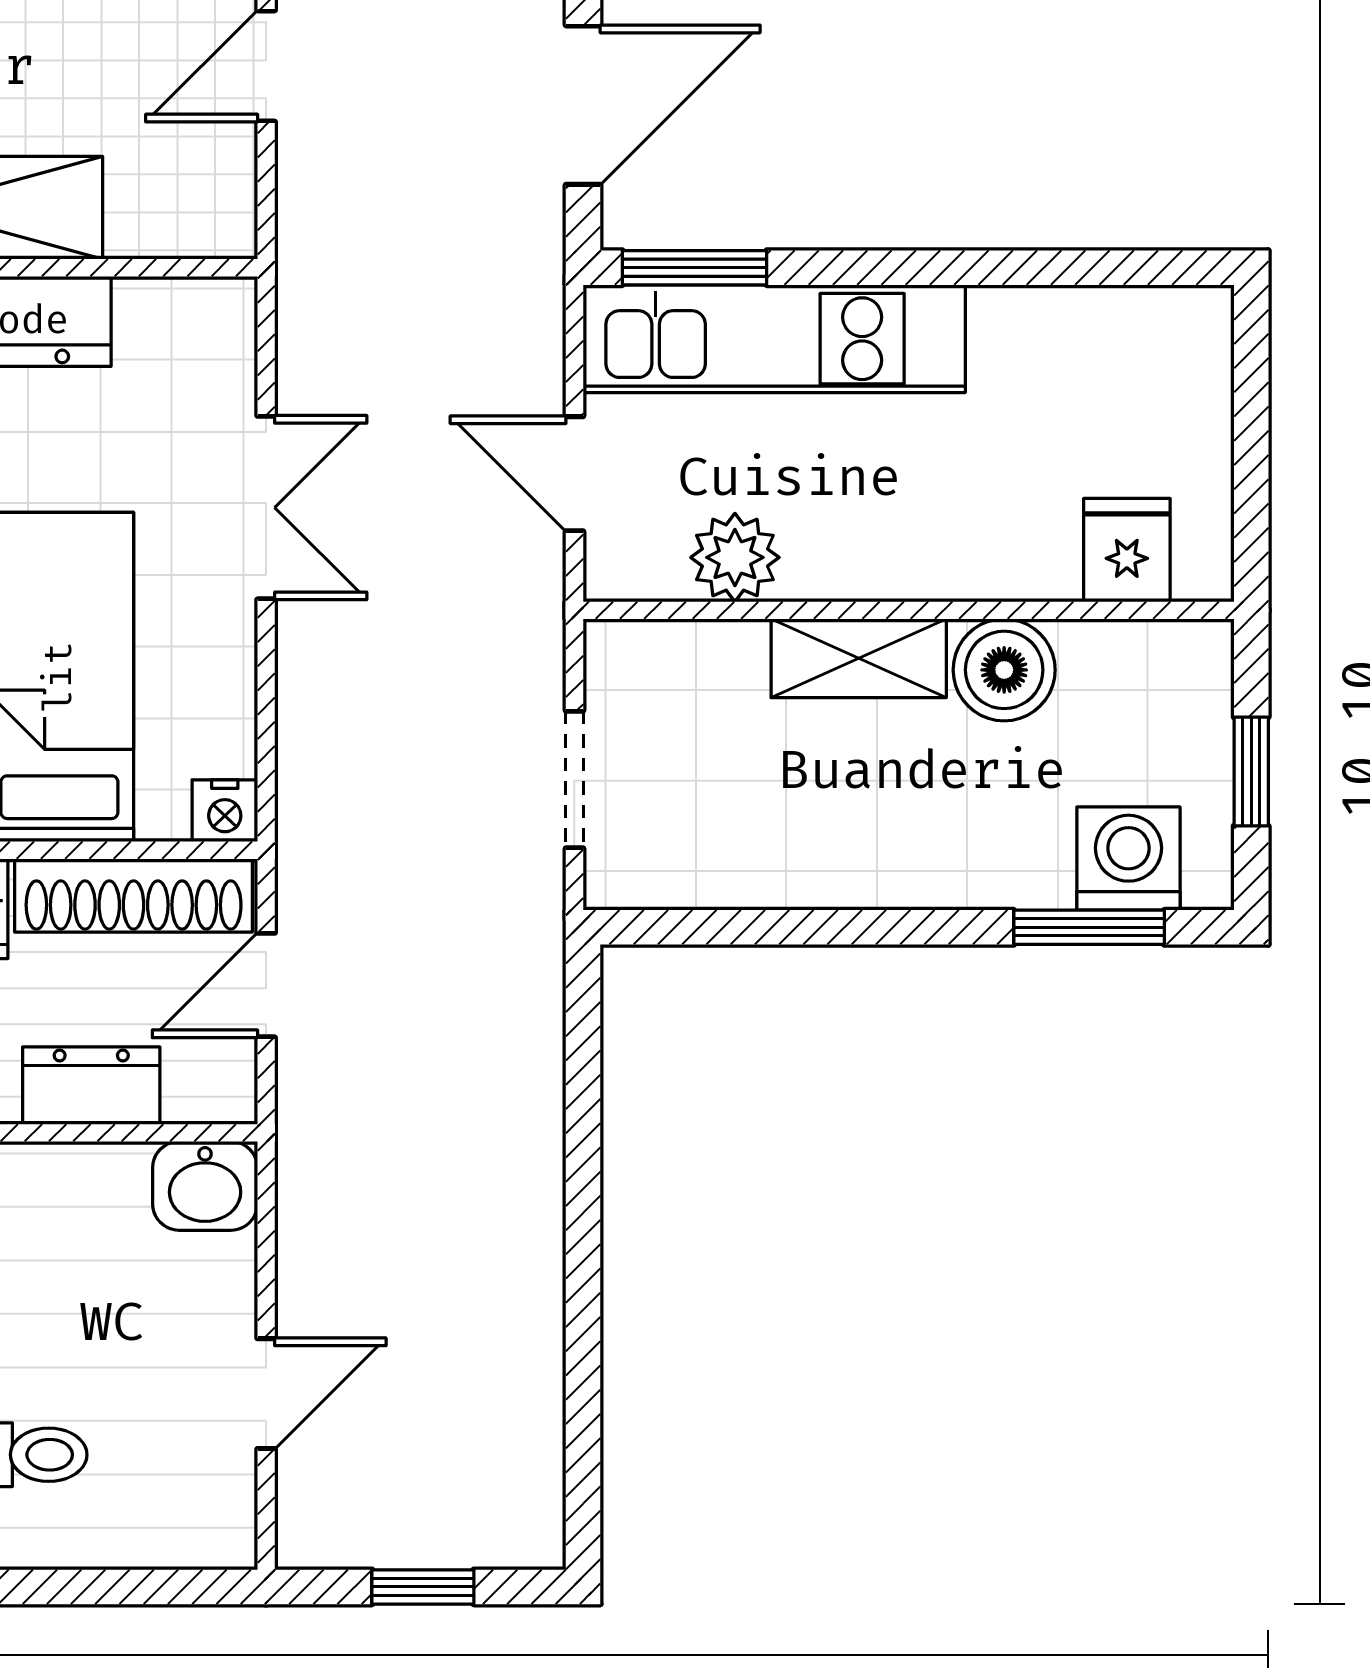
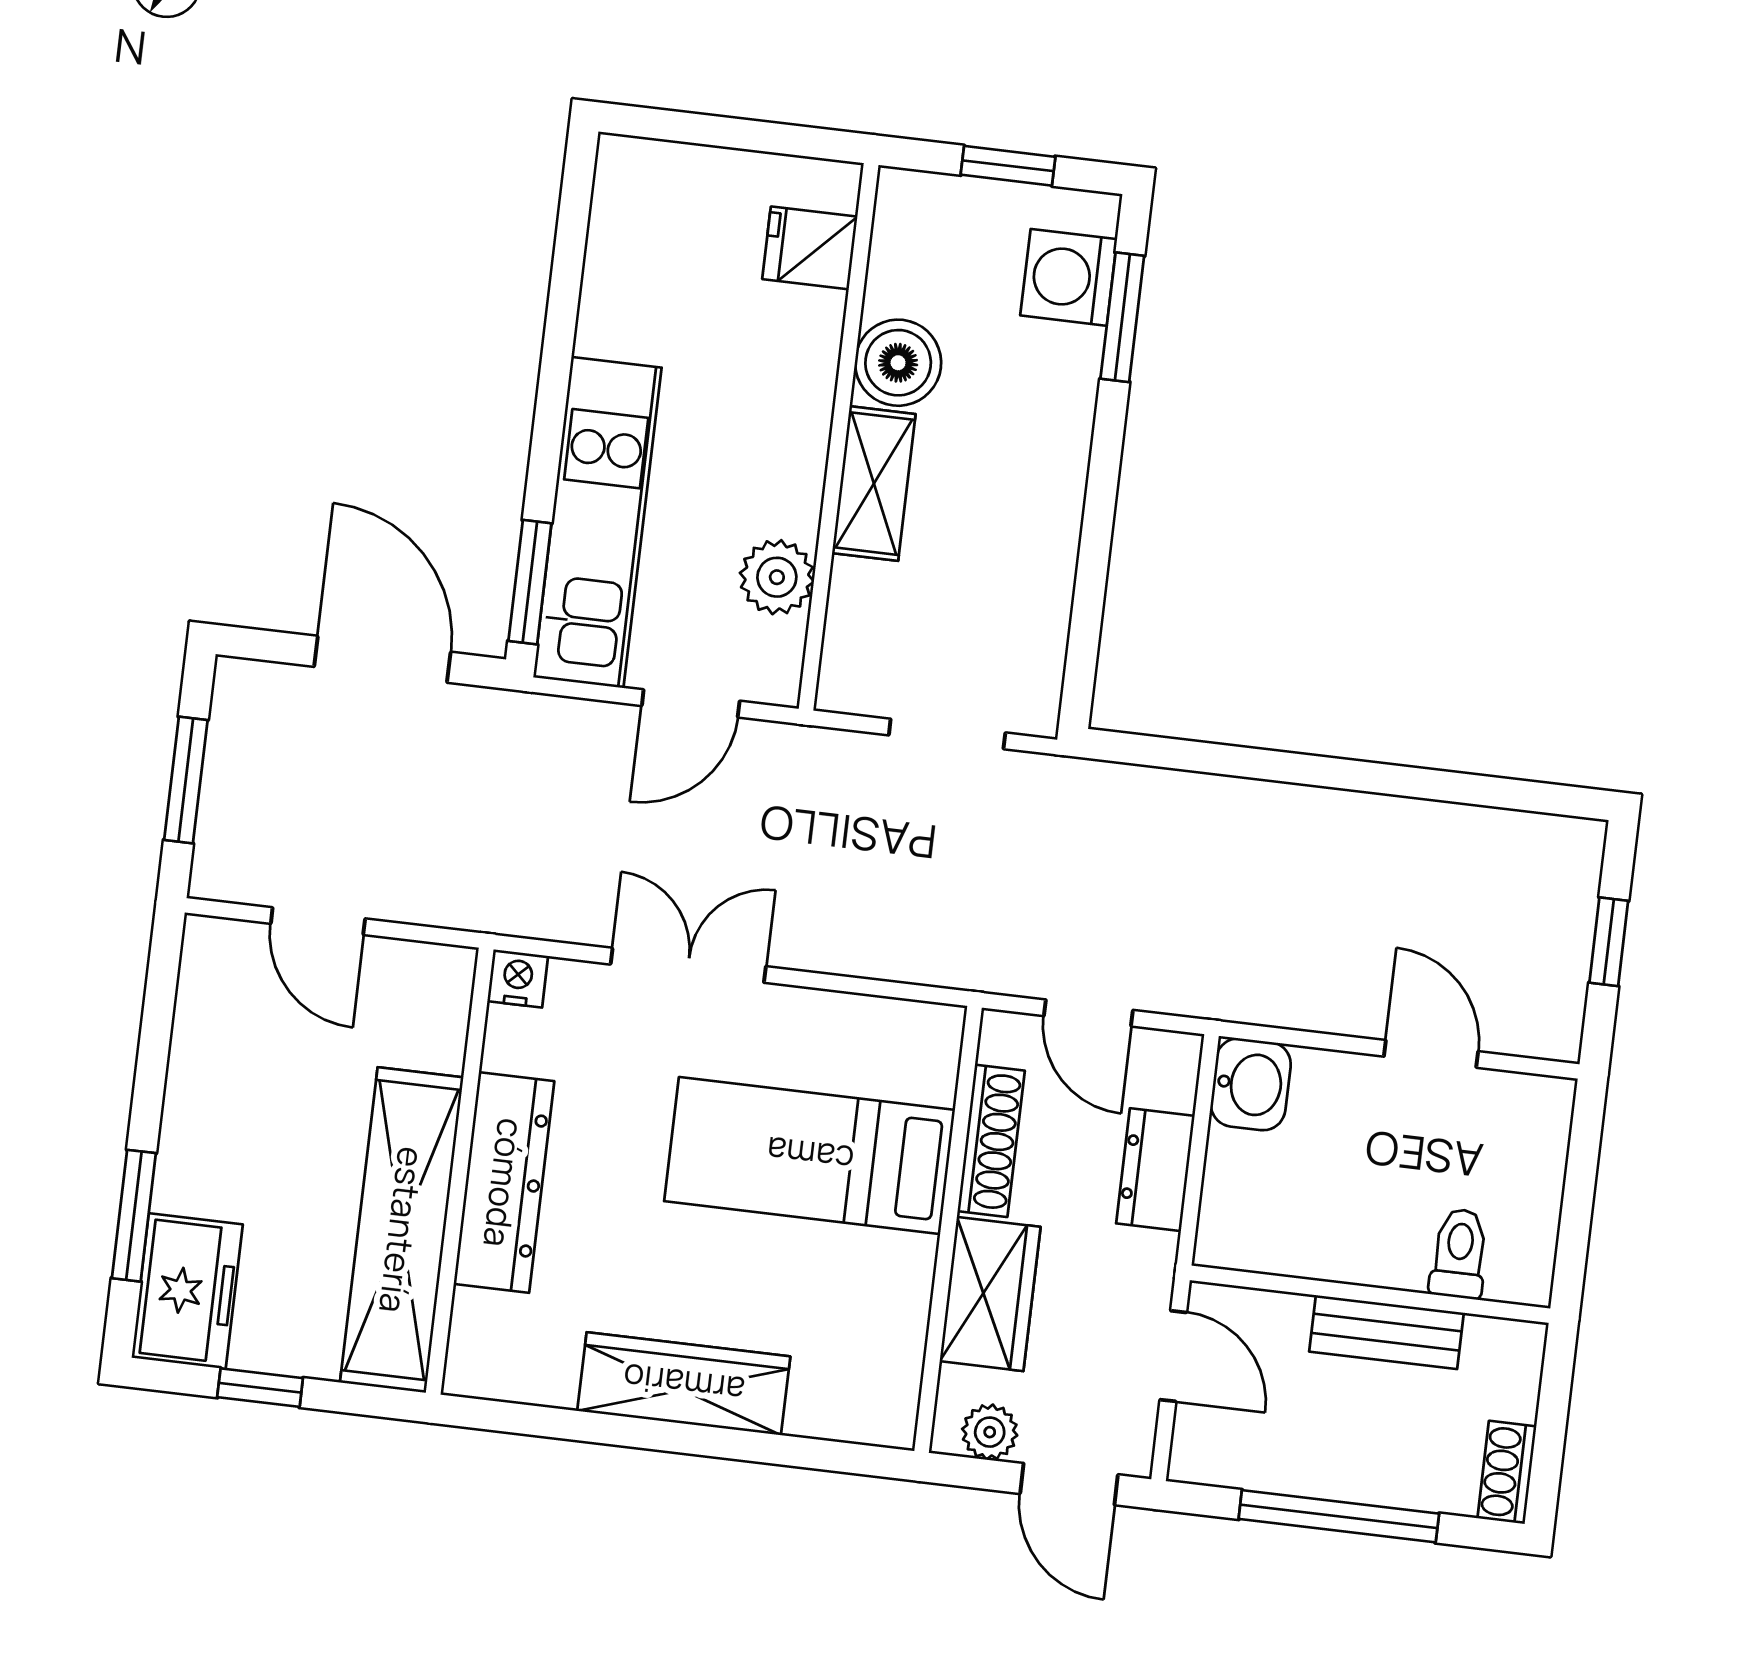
nightstand: (225, 811) -> (518, 979), moved, turned -90
shoe rack: (134, 895) -> (991, 1141), width x0.74, depth x0.81

